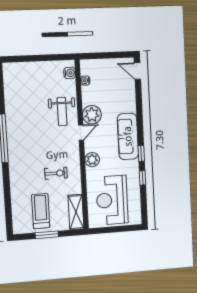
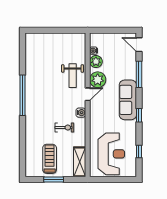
water cooler: (70, 73) -> (81, 113), moved
window: (139, 106) -> (139, 74), added
plant: (92, 160) -> (96, 62), moved
window: (142, 178) -> (139, 152), moved
reception desk: (112, 200) -> (111, 154), turned 180

